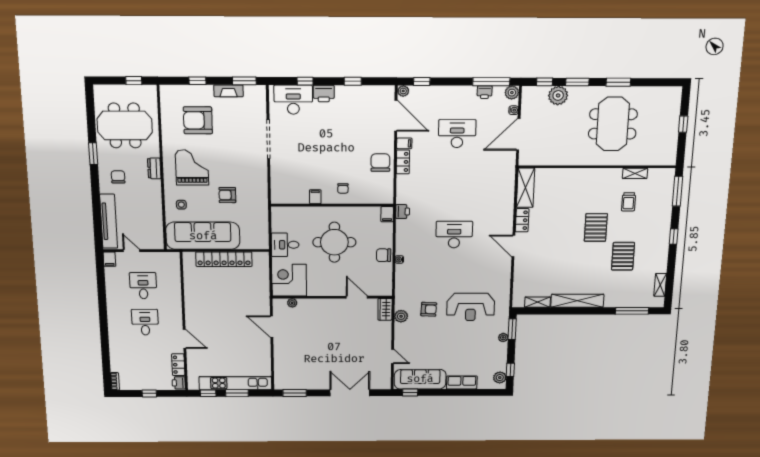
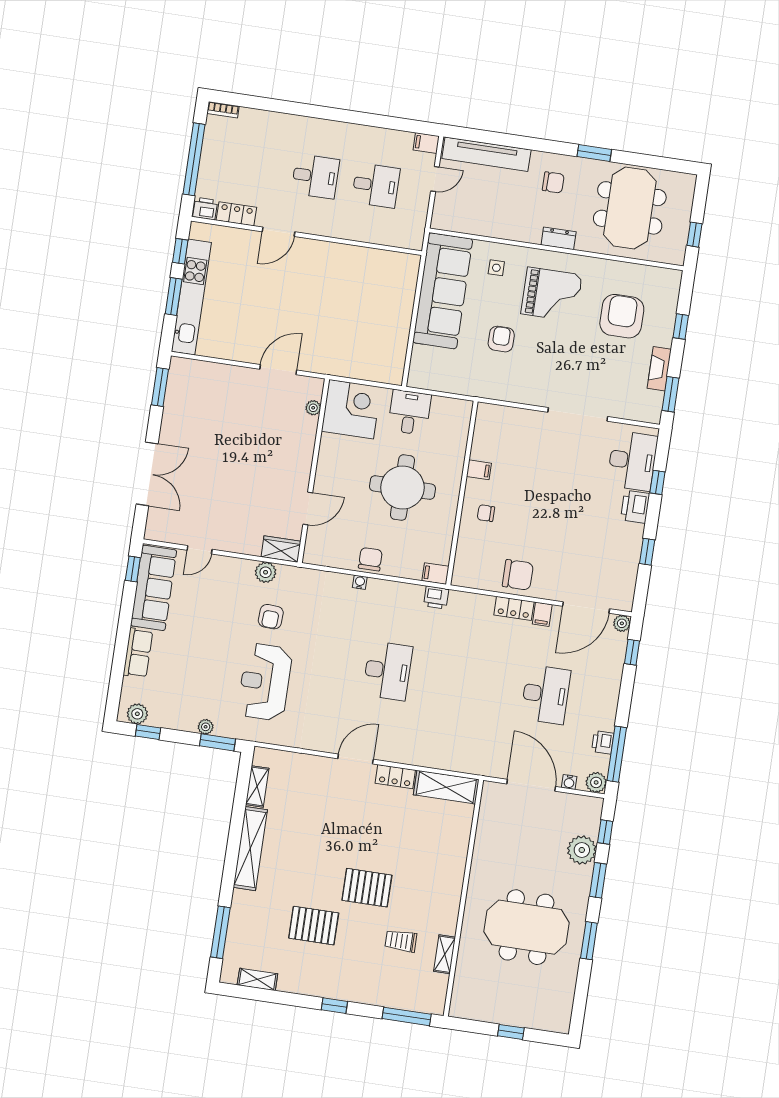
locker: (224, 259) -> (400, 316), removed
window: (149, 393) -> (194, 159), width x3.17

